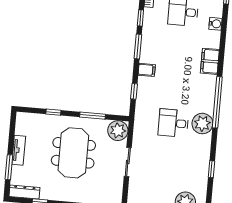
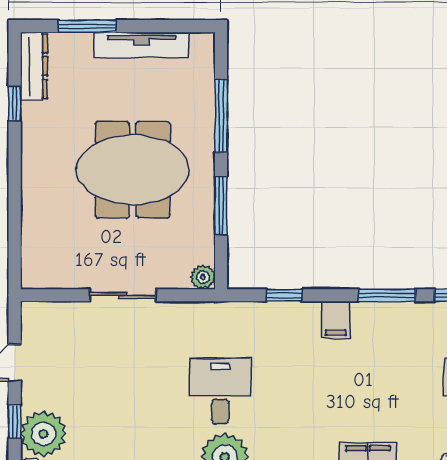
window: (53, 112) -> (221, 116), width x2.17
plant: (118, 131) -> (203, 277), width x0.53, depth x0.53
tv unit: (19, 150) -> (141, 45), width x1.41

